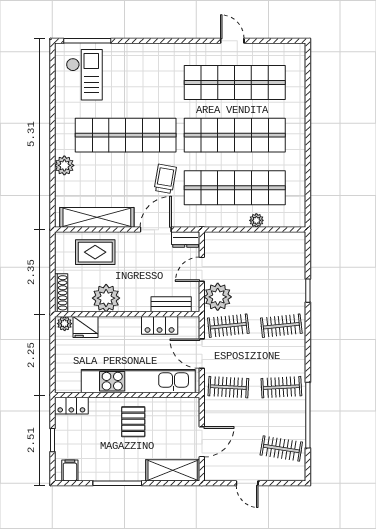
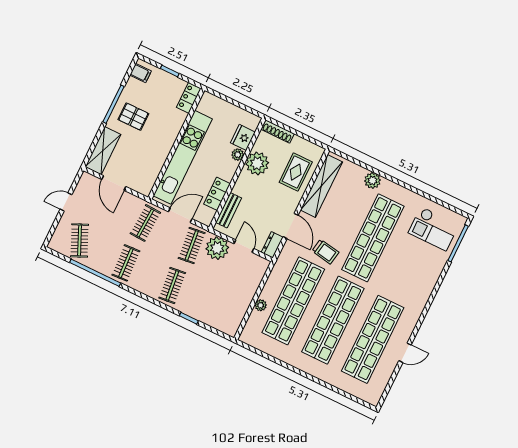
plant: (65, 324) -> (238, 155), moved
pallet: (133, 422) -> (133, 117), moved
clothes rail: (281, 449) -> (80, 240), turned -33

